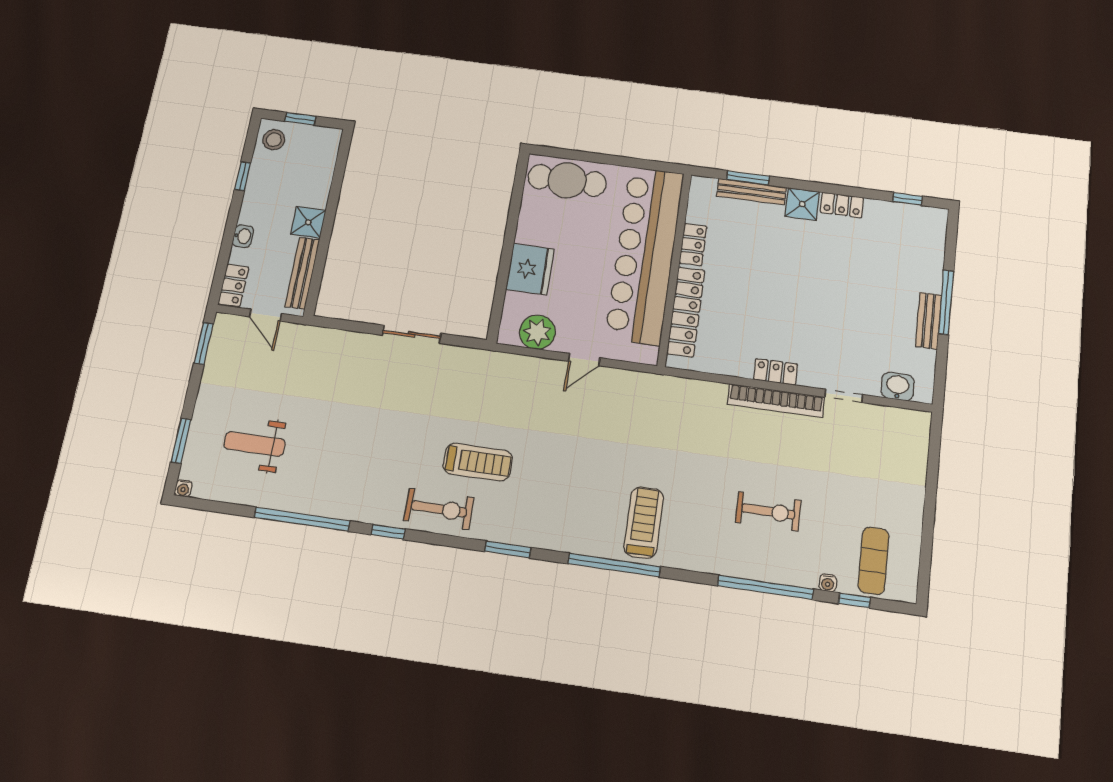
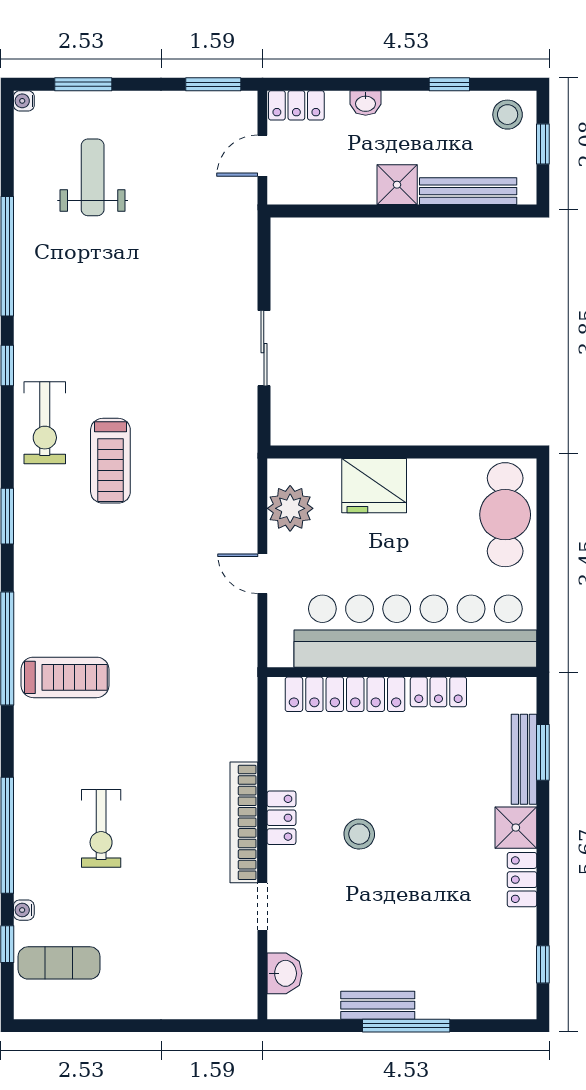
bench: (302, 273) -> (468, 191), moved
stool: (795, 316) -> (359, 834), added

